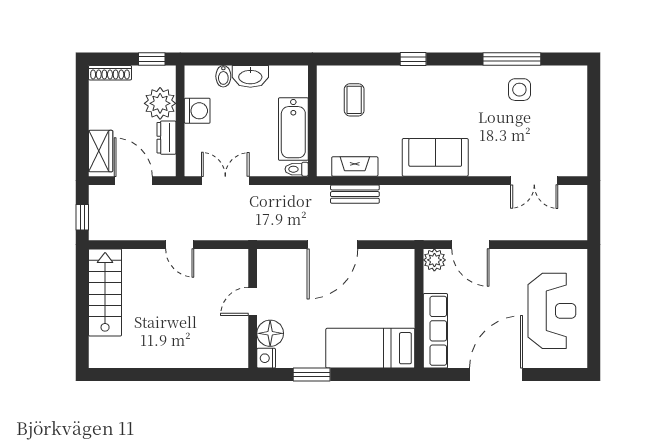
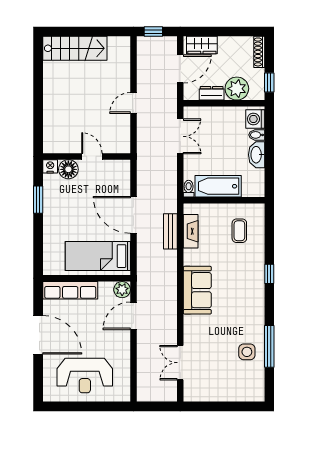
coffee table: (354, 100) -> (239, 231), turned 90
washing machine: (197, 111) -> (255, 119), moved, turned 90
stairs: (105, 292) -> (75, 48), moved
bed: (370, 348) -> (98, 256), moved, turned -90

